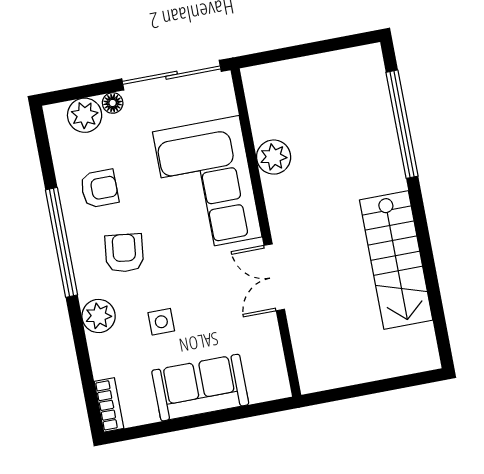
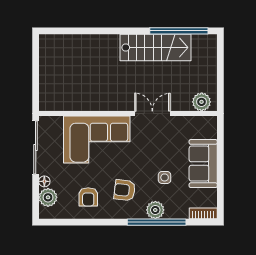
window: (402, 124) -> (179, 31), moved
plant: (274, 157) -> (202, 102), moved
armchair: (99, 189) -> (88, 197), turned 180
window: (62, 242) -> (157, 222), moved
double door: (274, 277) -> (152, 113), swing flipped

